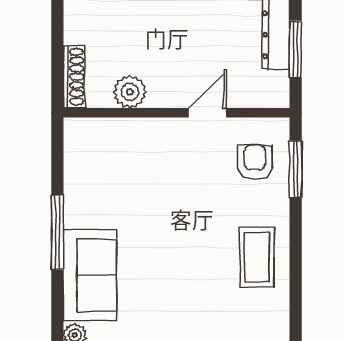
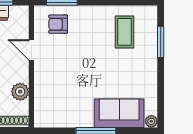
coffee table: (257, 257) -> (124, 32), moved, turned 90

